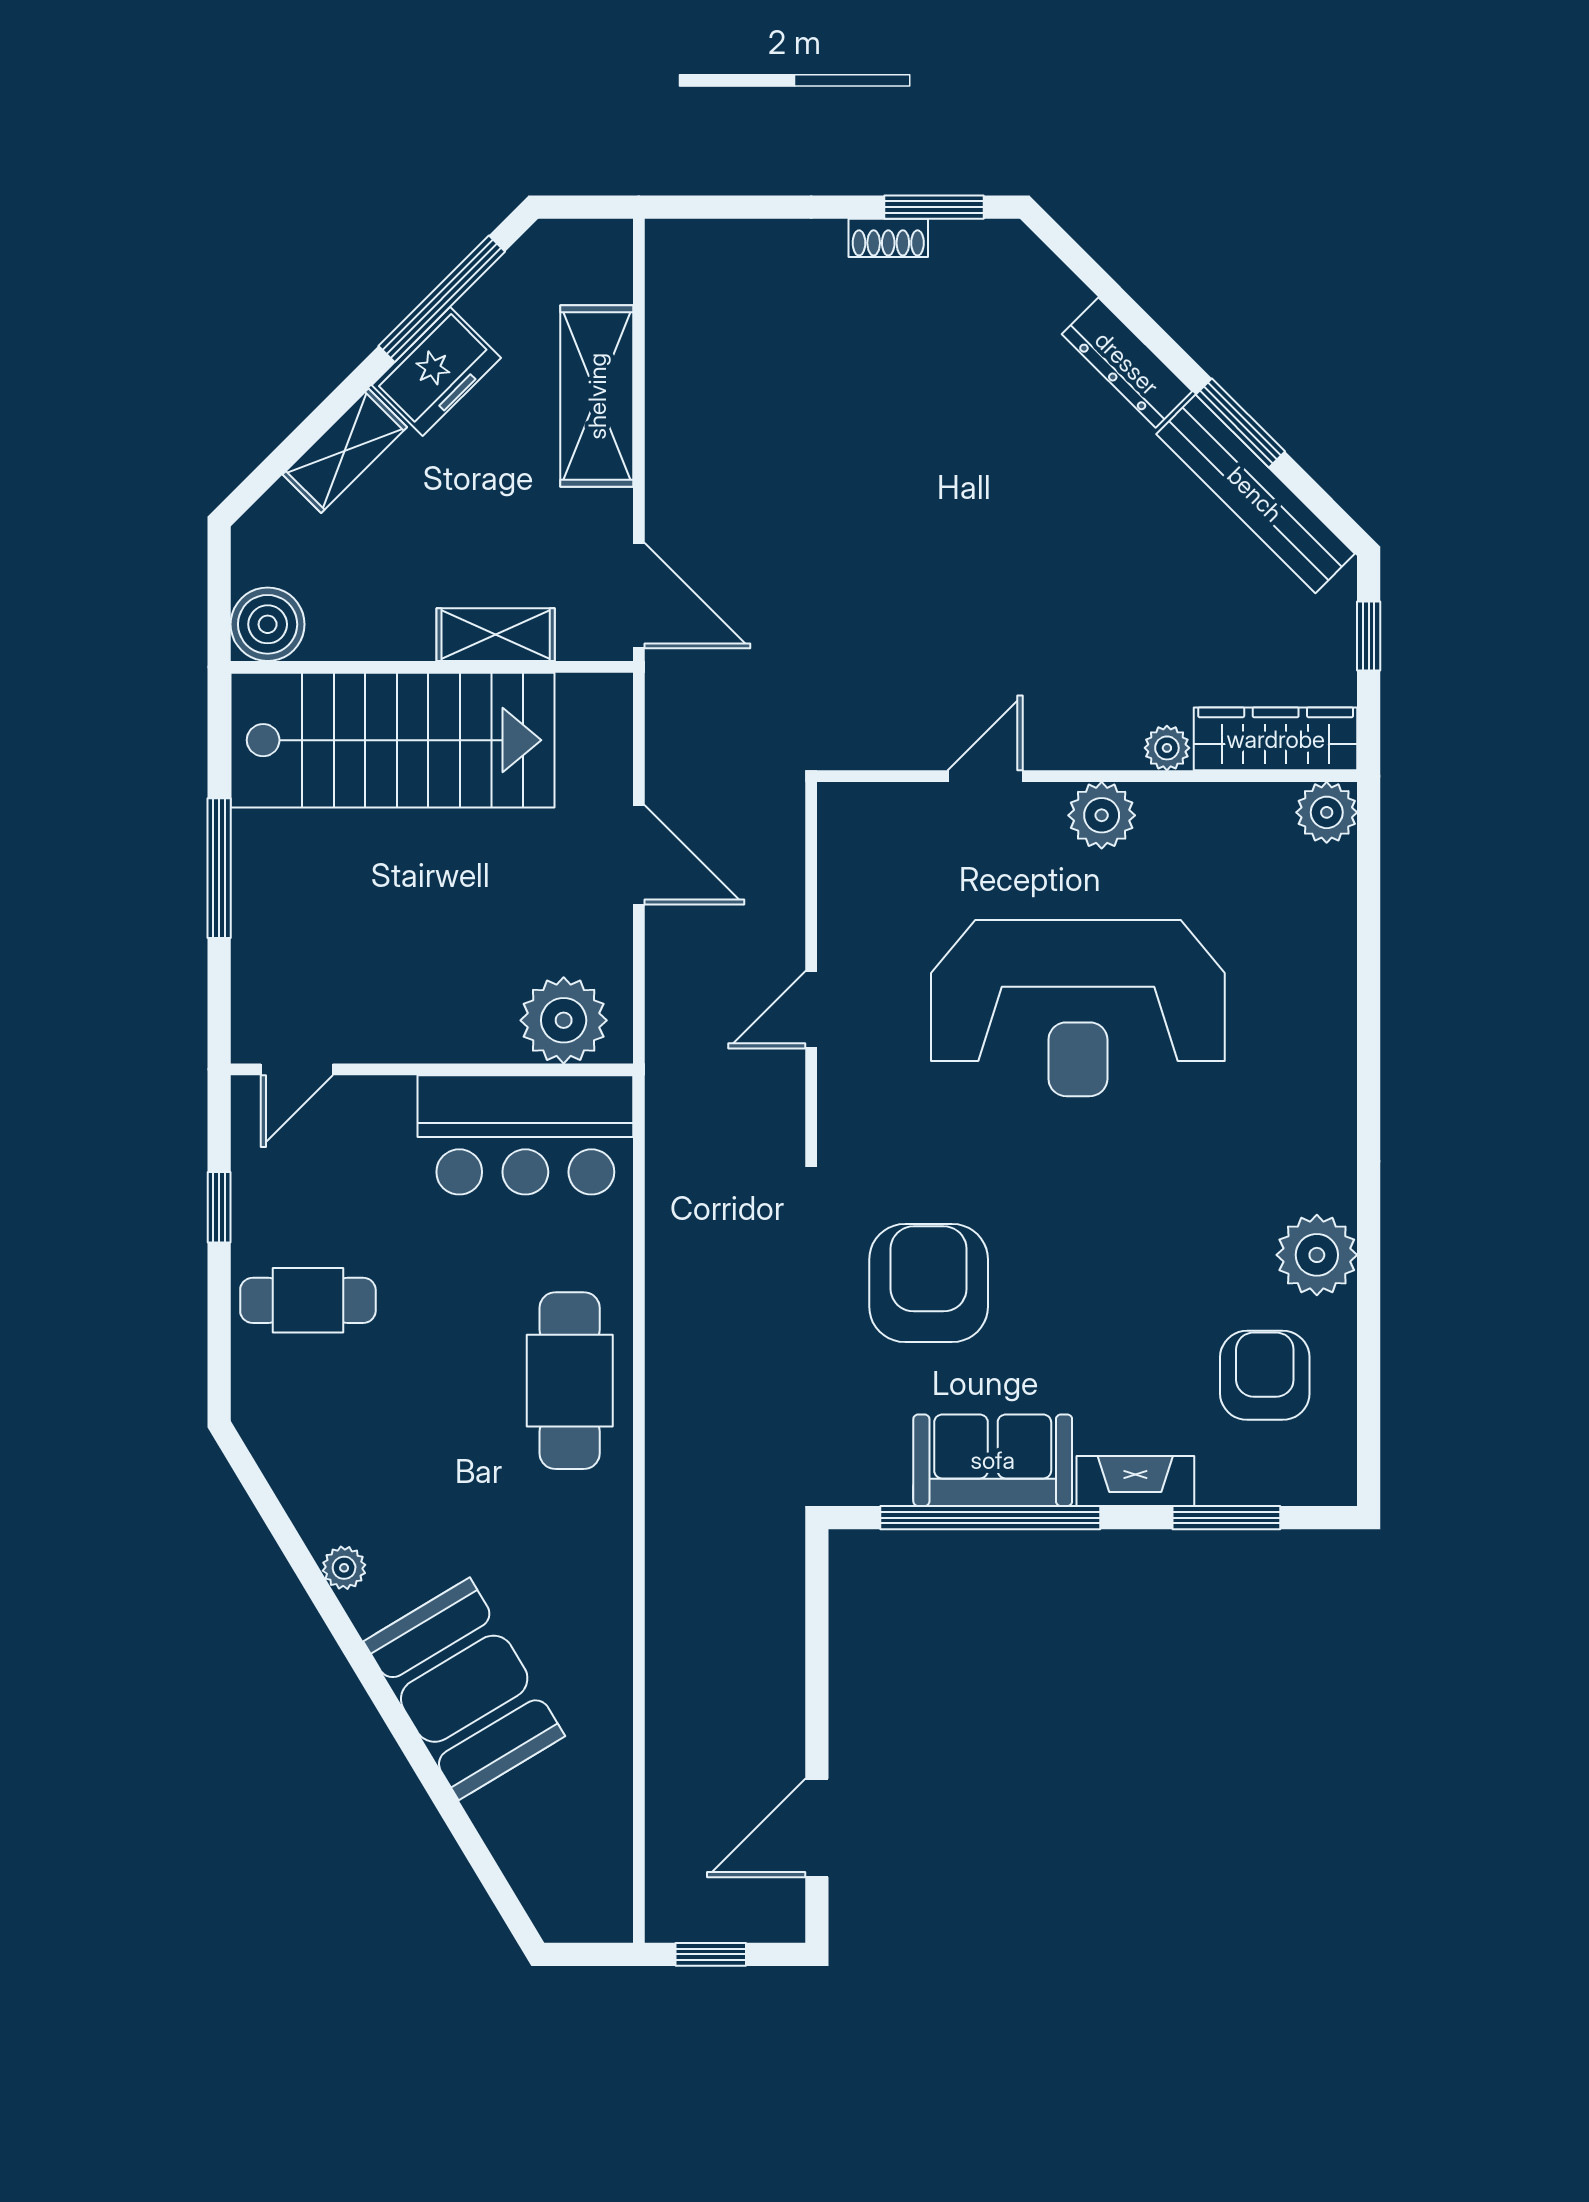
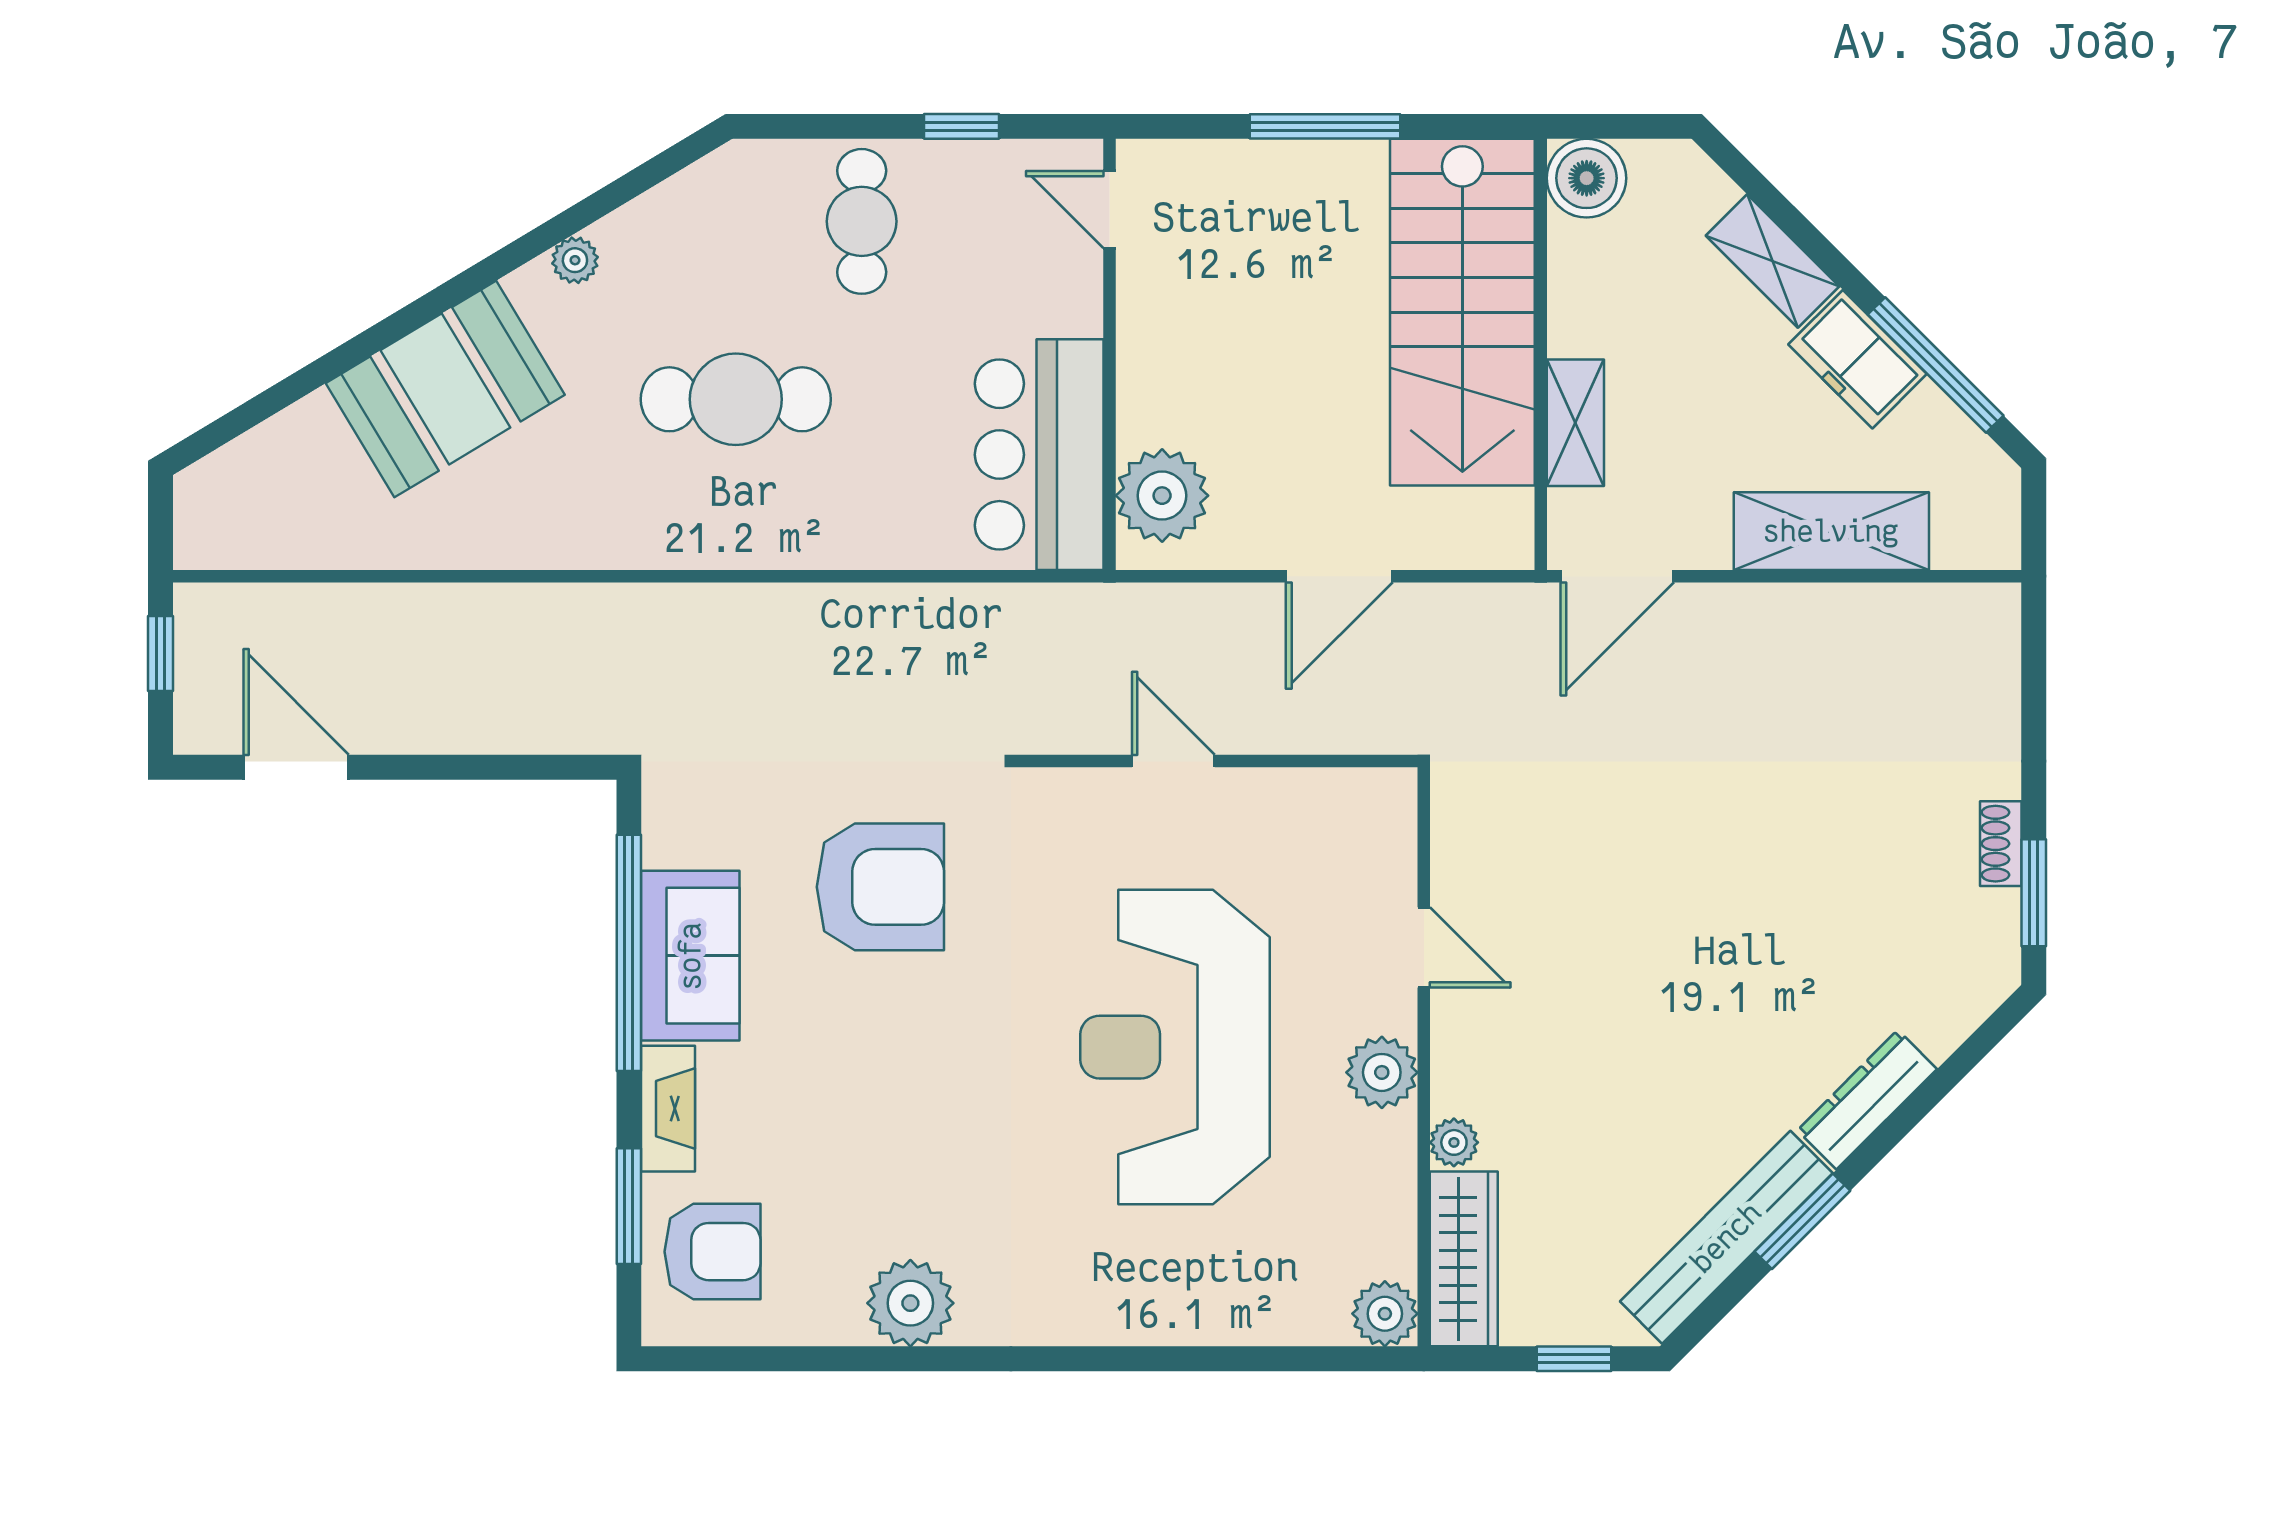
armchair: (1265, 1375) -> (712, 1252), moved
cafe table: (570, 1381) -> (736, 399), moved

